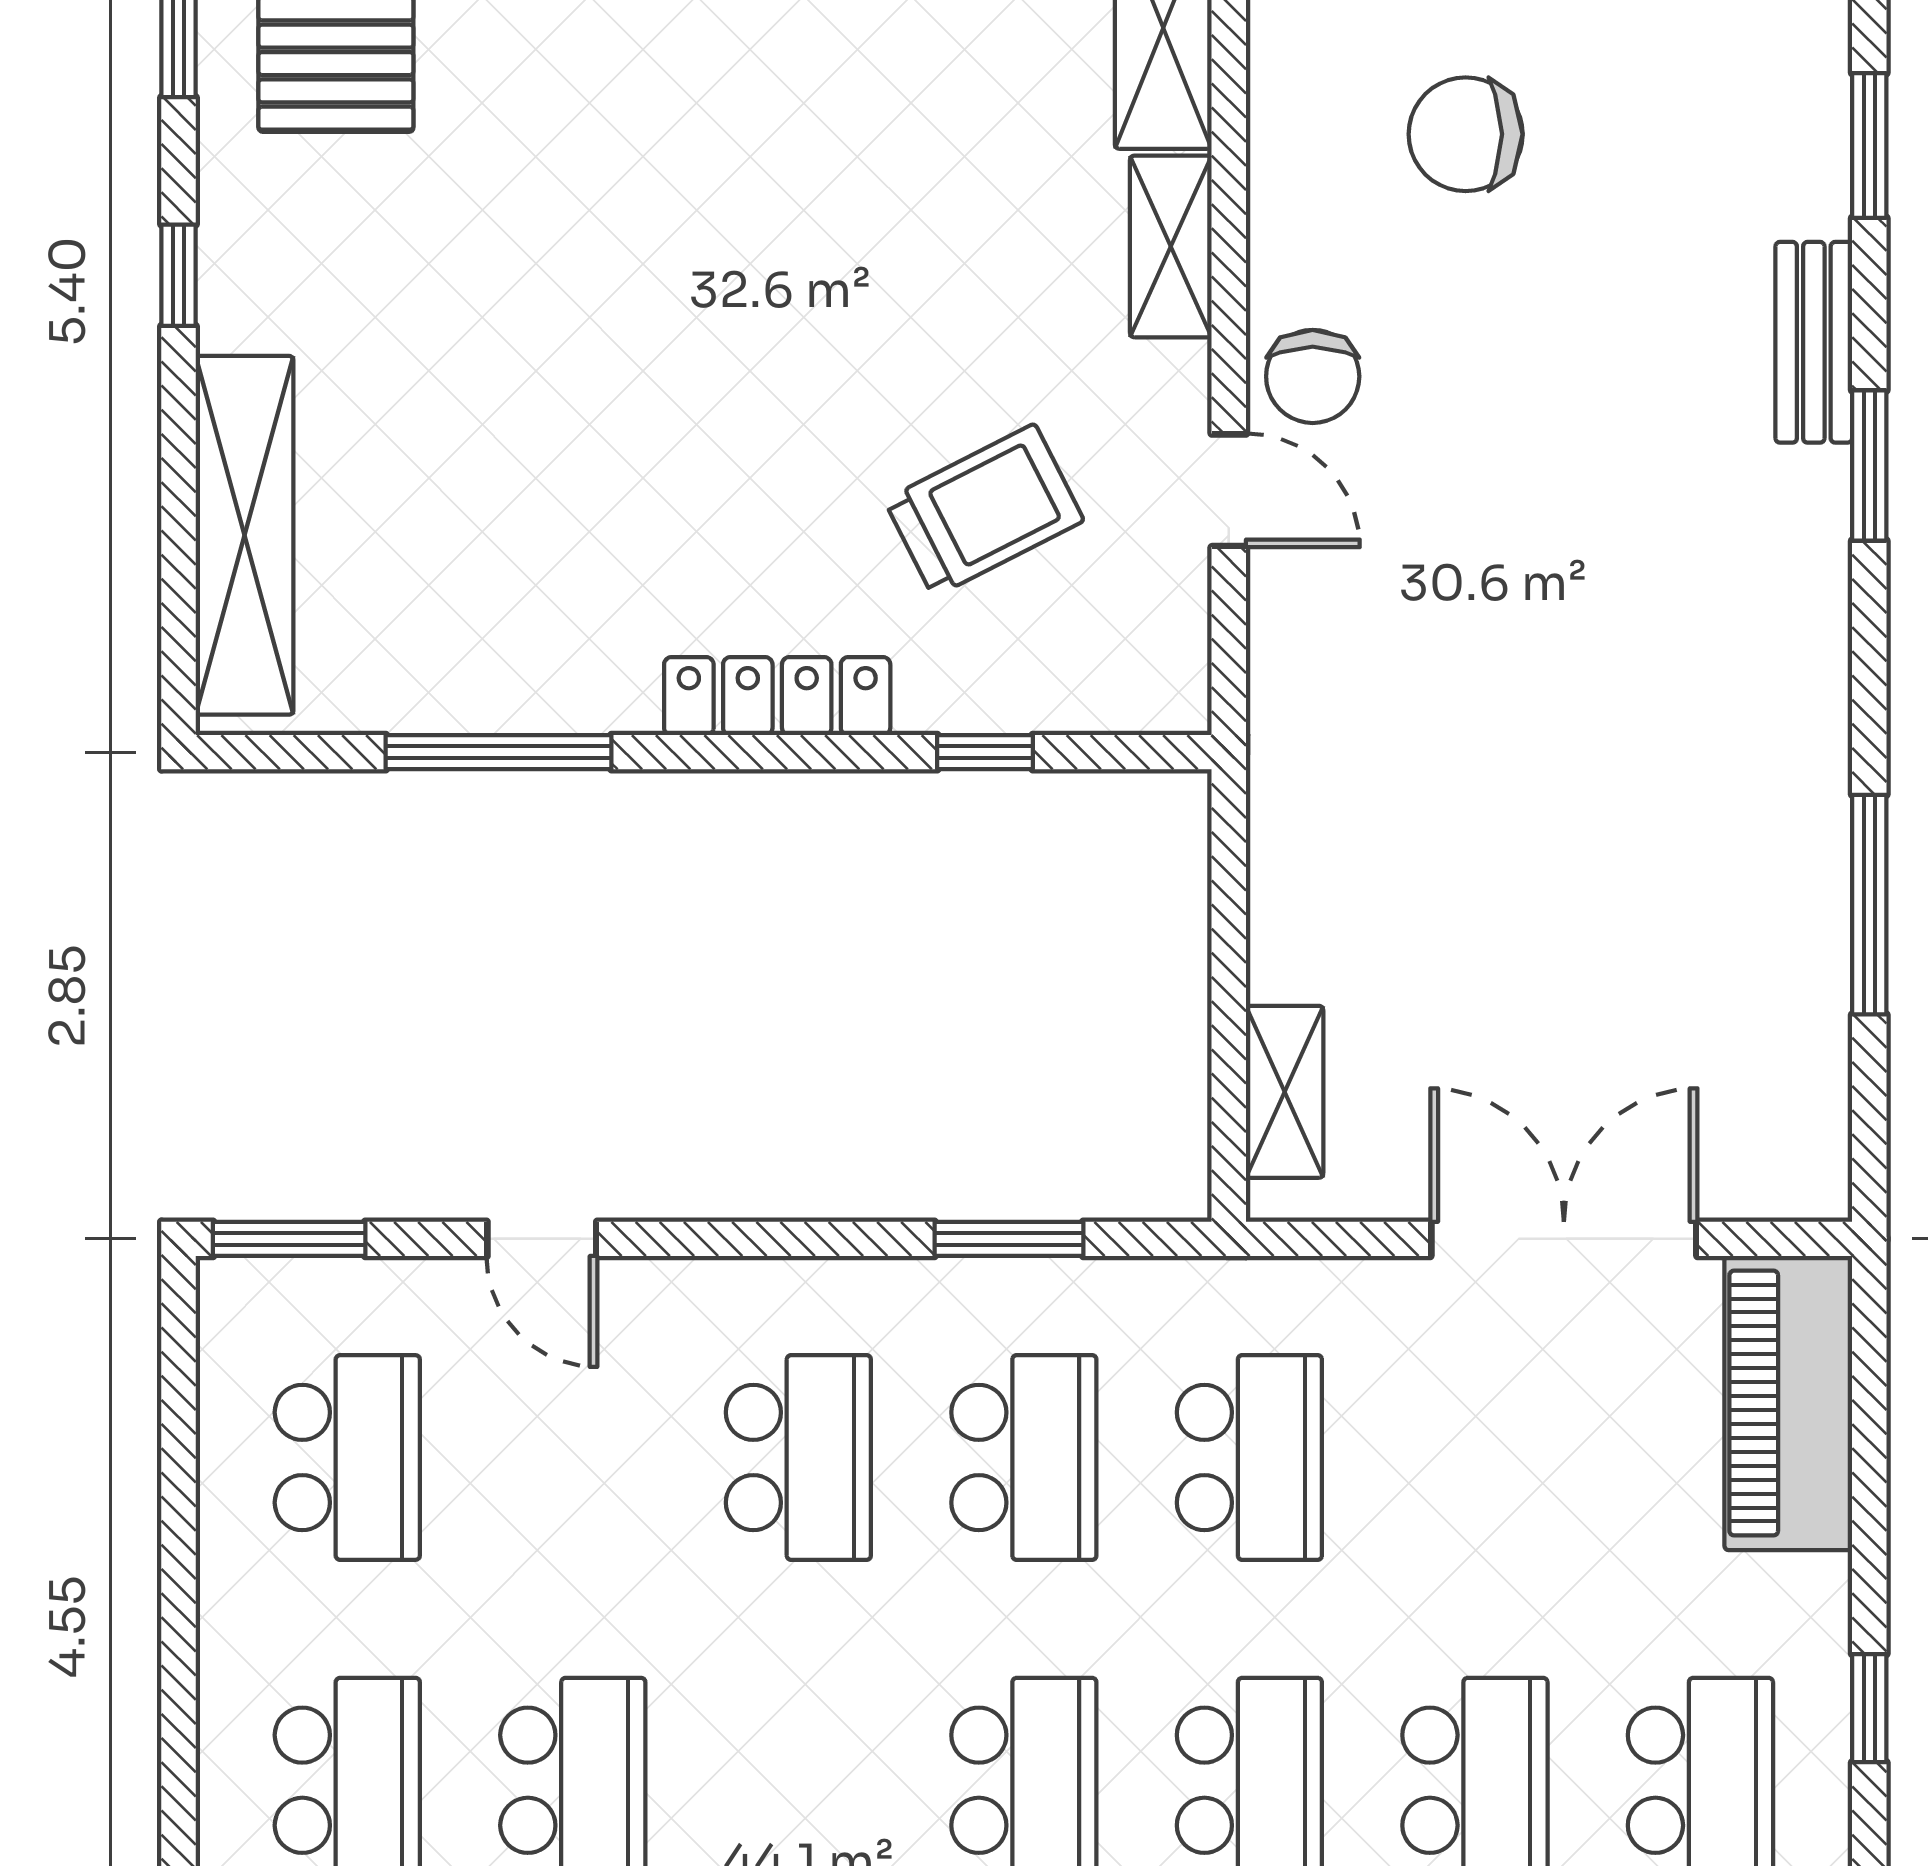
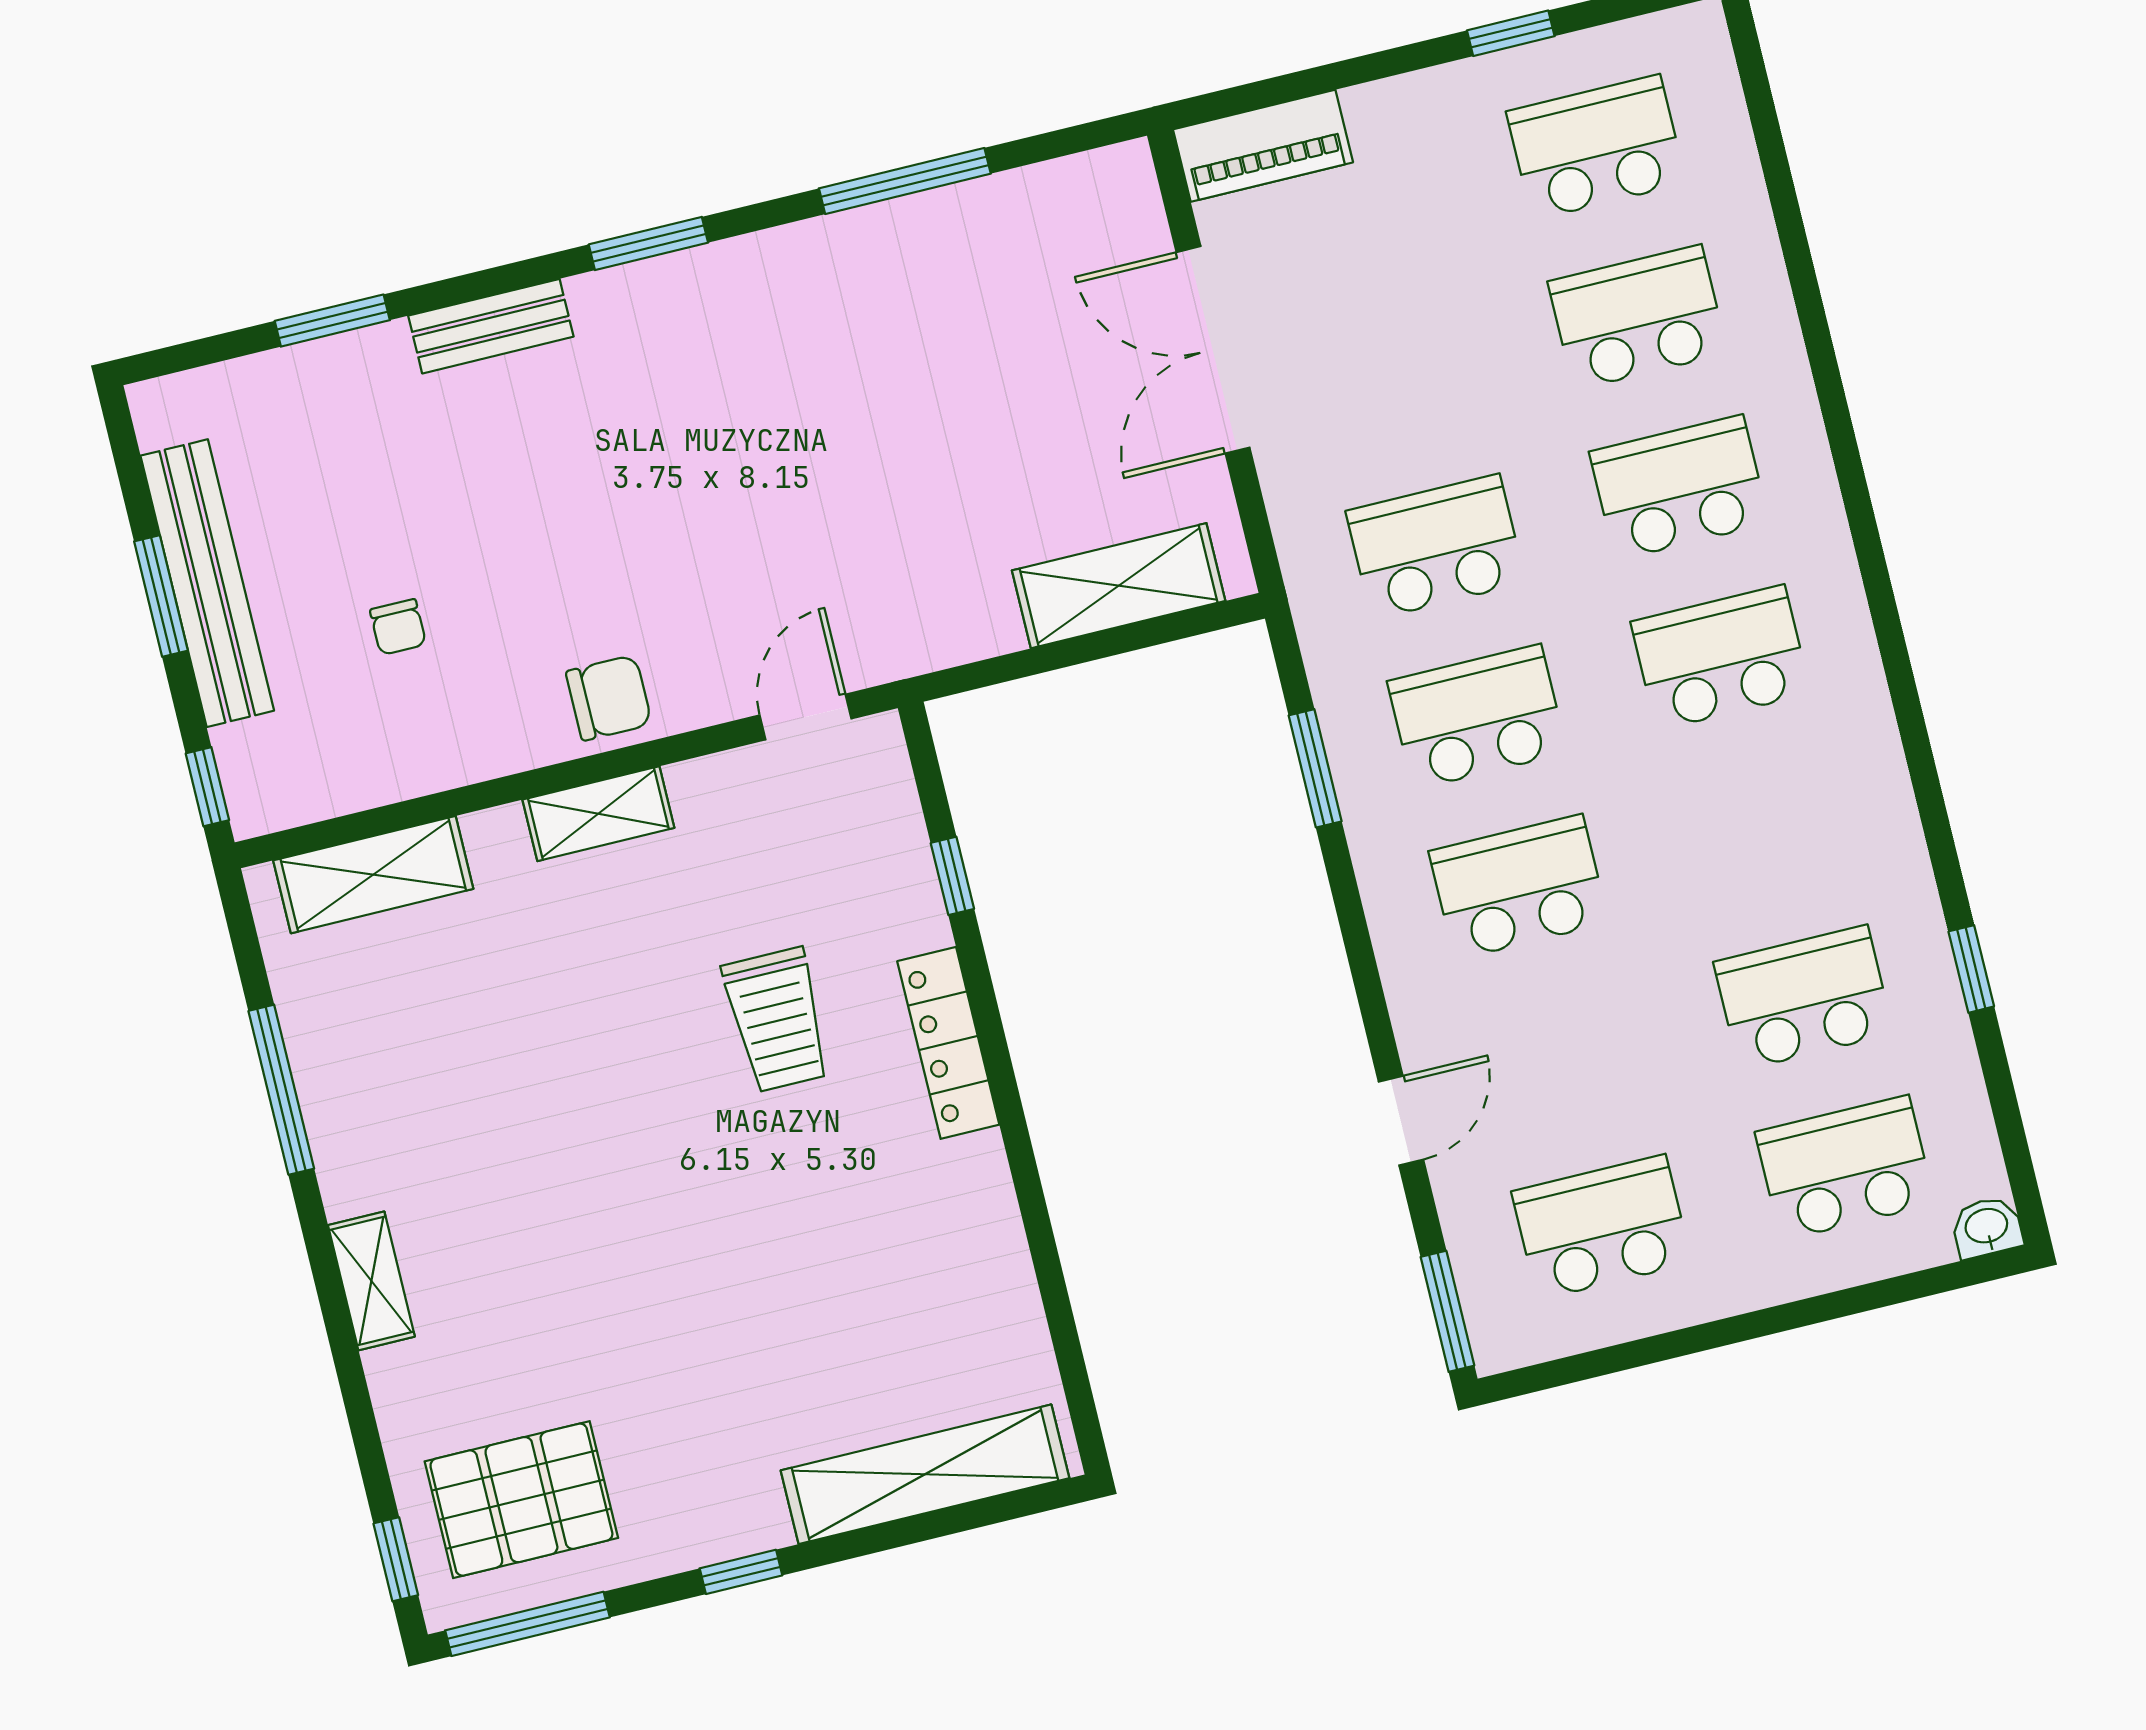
chair: (1466, 134) -> (398, 627), width x0.54, depth x0.54
shelving: (1171, 246) -> (598, 814), moved
window: (1869, 466) -> (648, 243), moved
door: (1229, 490) -> (805, 717), moved
trolley: (984, 510) -> (777, 1020), moved, turned -153
window: (499, 752) -> (1042, 1243), removed
shelving: (1285, 1092) -> (1119, 586), width x1.50, depth x1.33
piano: (1788, 1403) -> (1263, 146), width x0.73, depth x0.75

